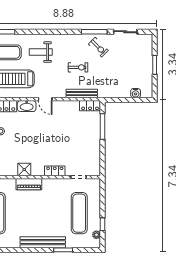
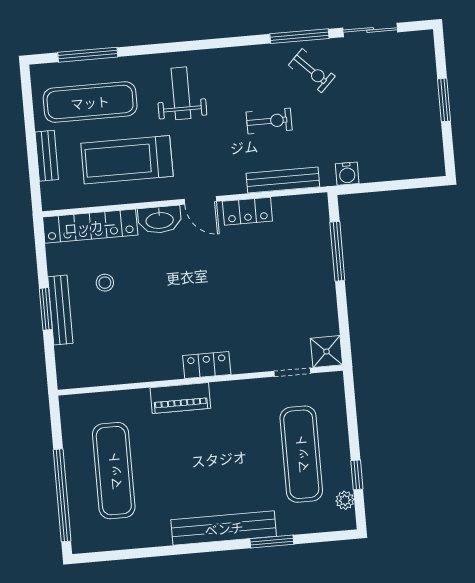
weight bench: (41, 52) -> (181, 93), turned 90
water cooler: (136, 93) -> (347, 174), moved
locker: (90, 106) -> (247, 211), moved
shower: (24, 170) -> (326, 352), moved
locker: (55, 171) -> (207, 365), moved

